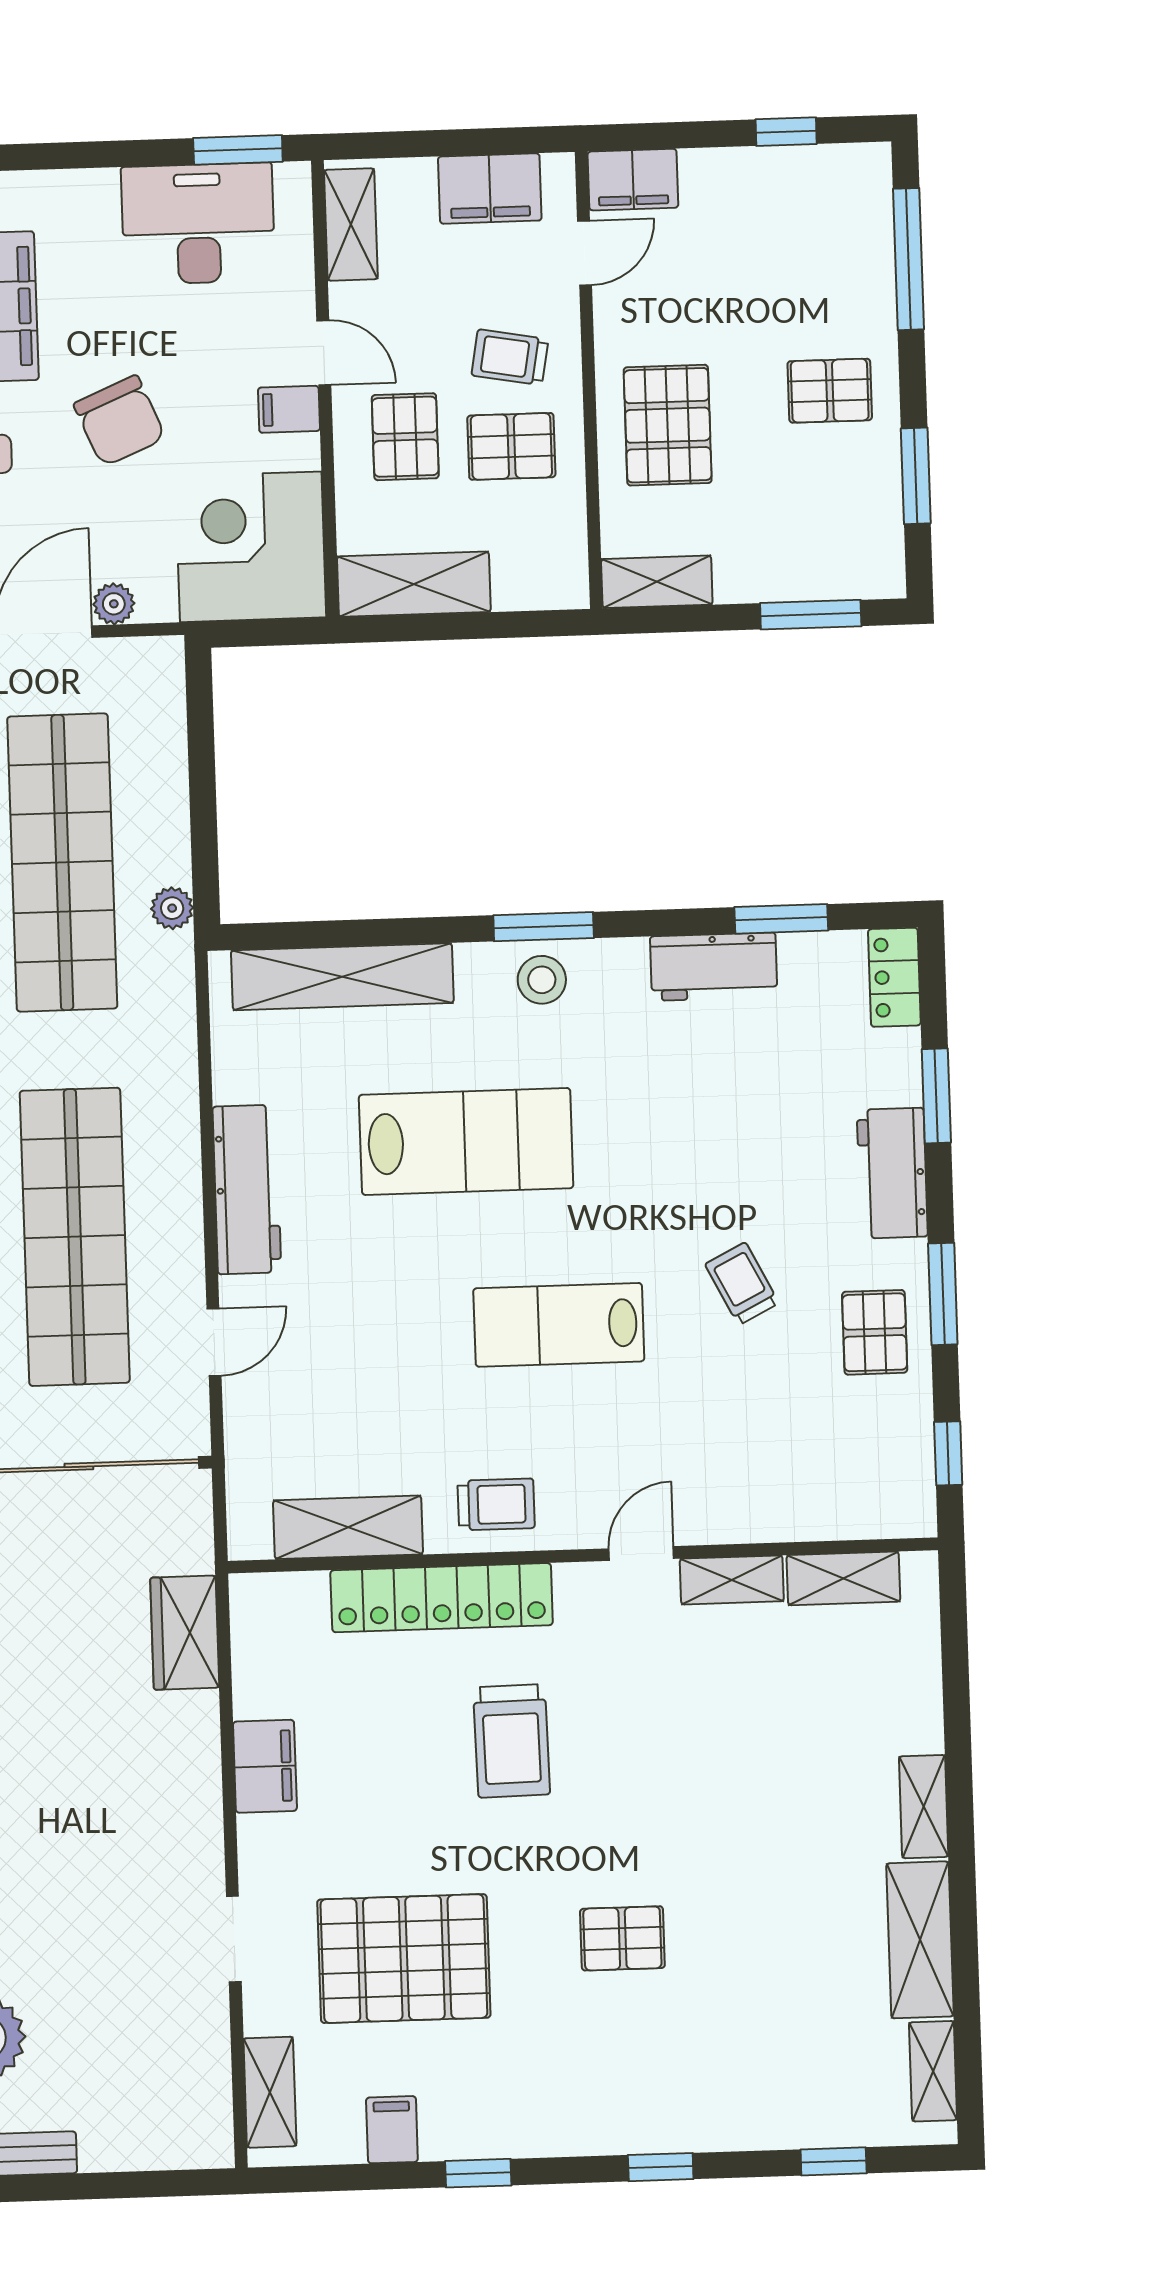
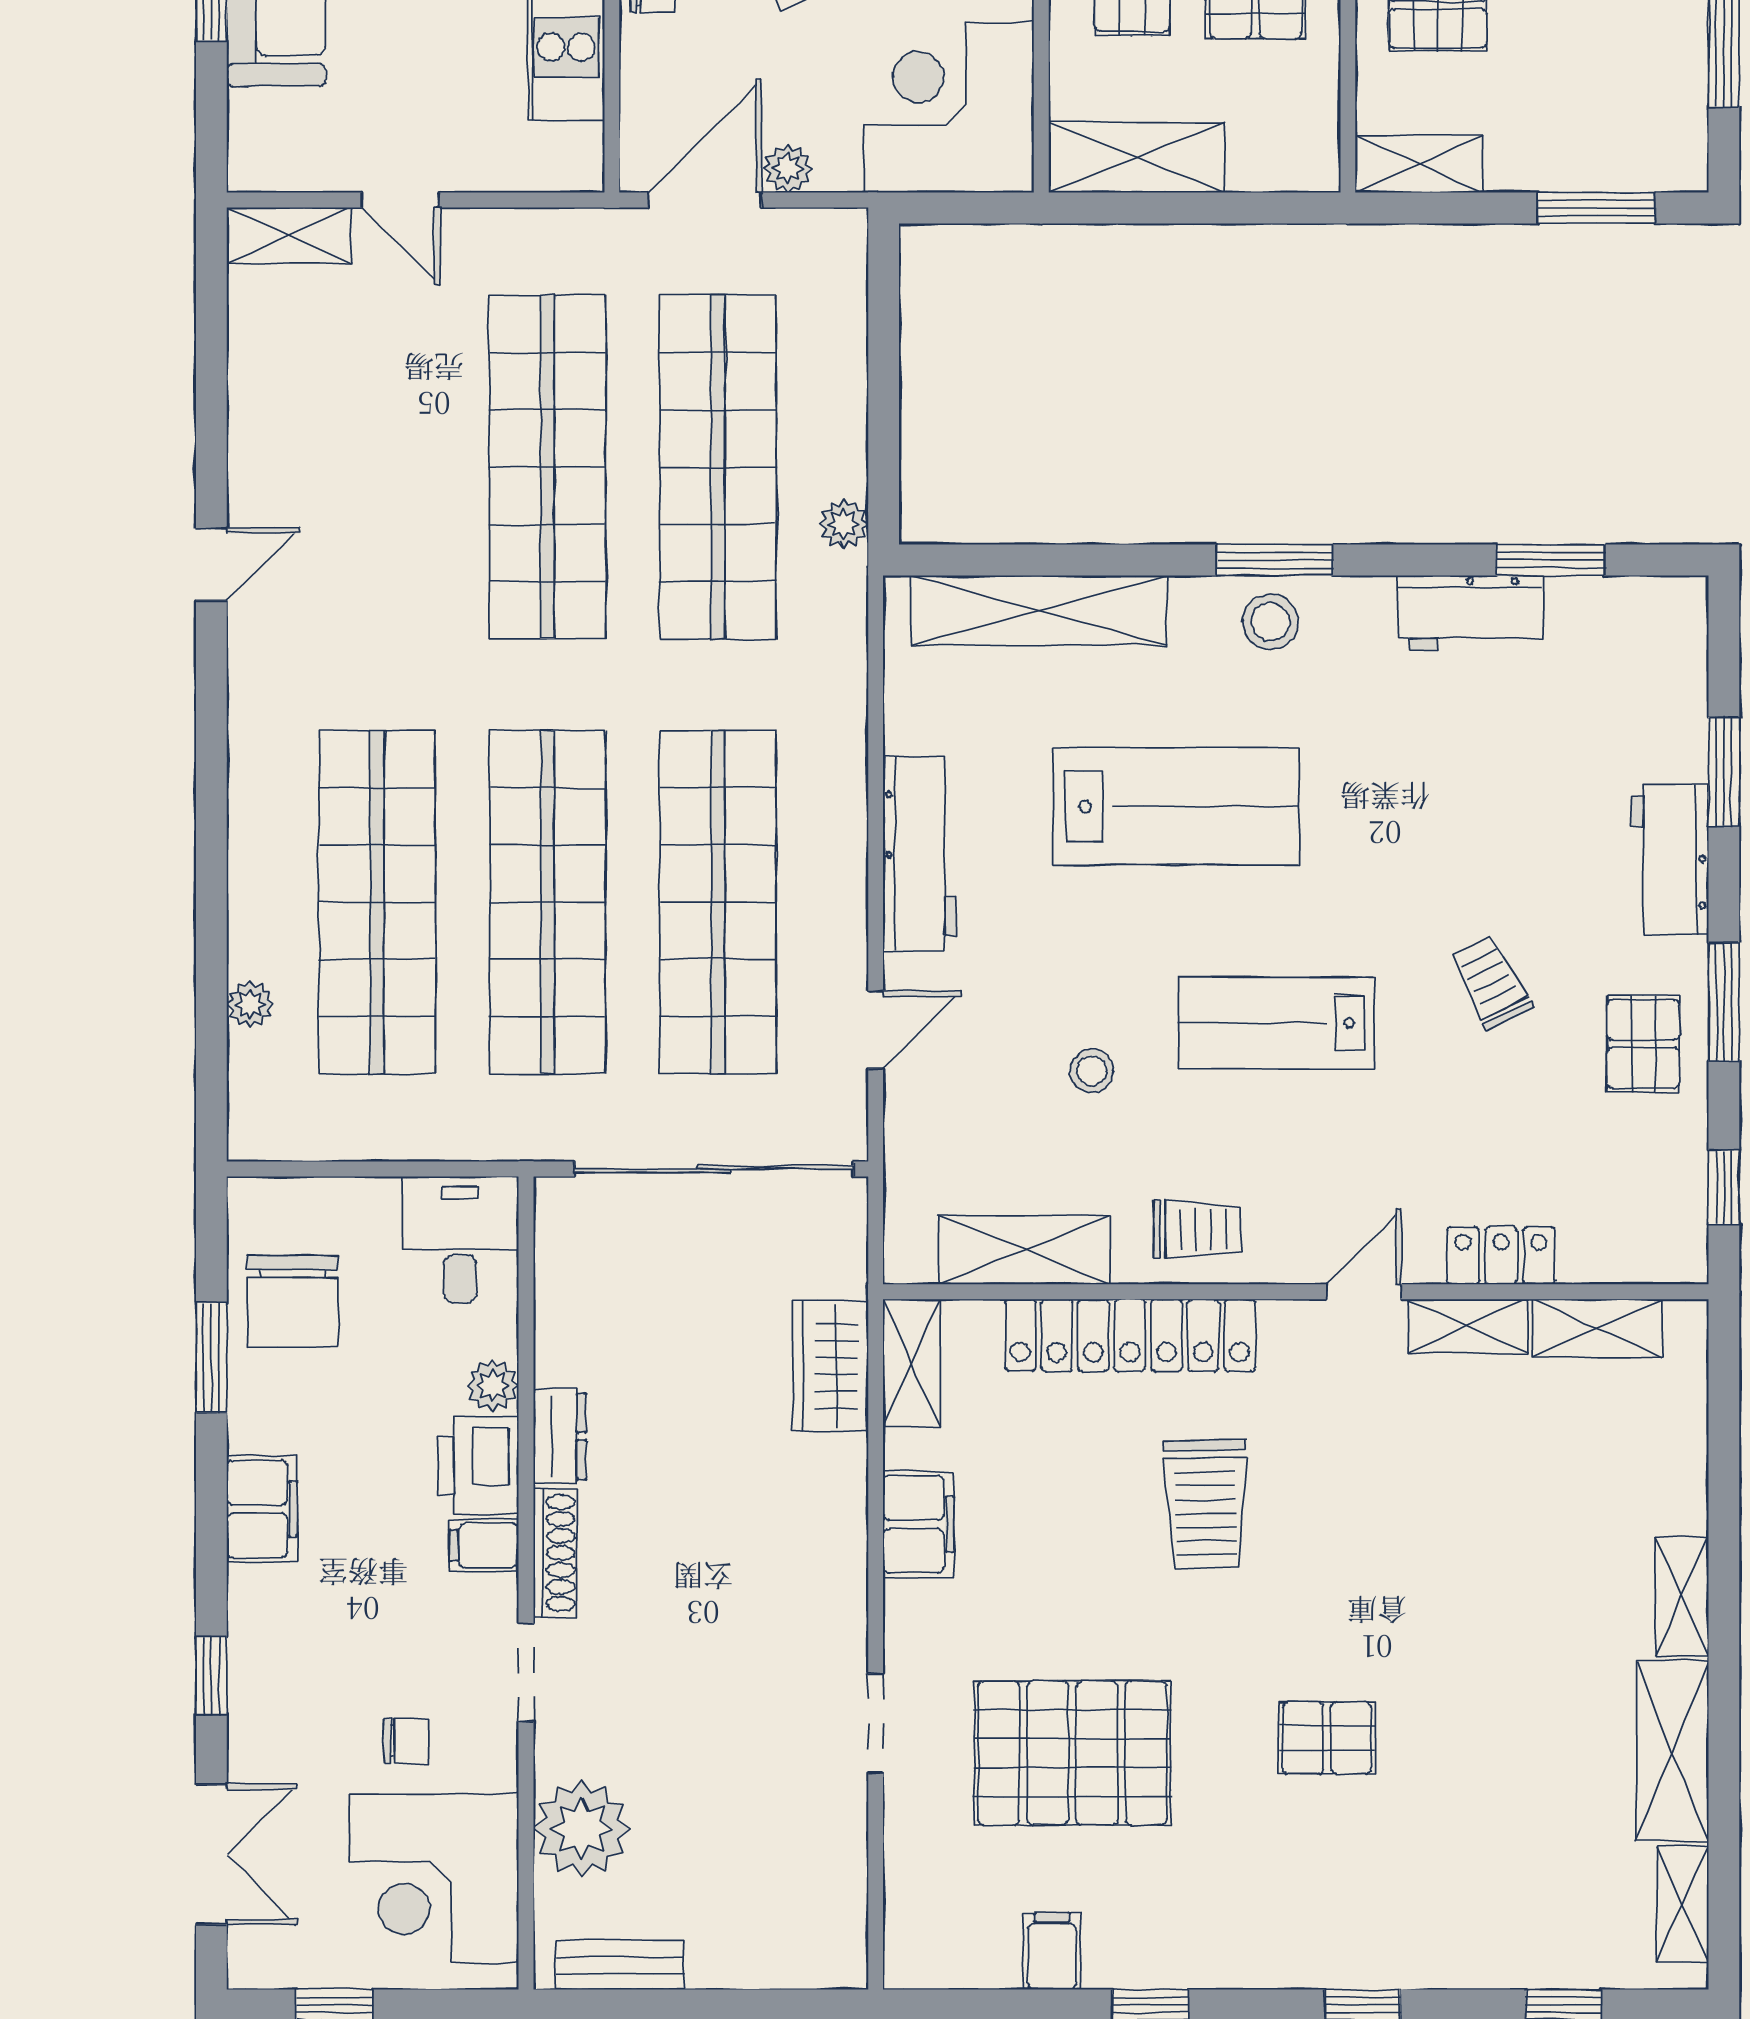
locker: (894, 977) -> (1501, 1256), moved, turned 90
stool: (401, 1371) -> (1092, 1071), added
shelving: (270, 2092) -> (912, 1363), moved

